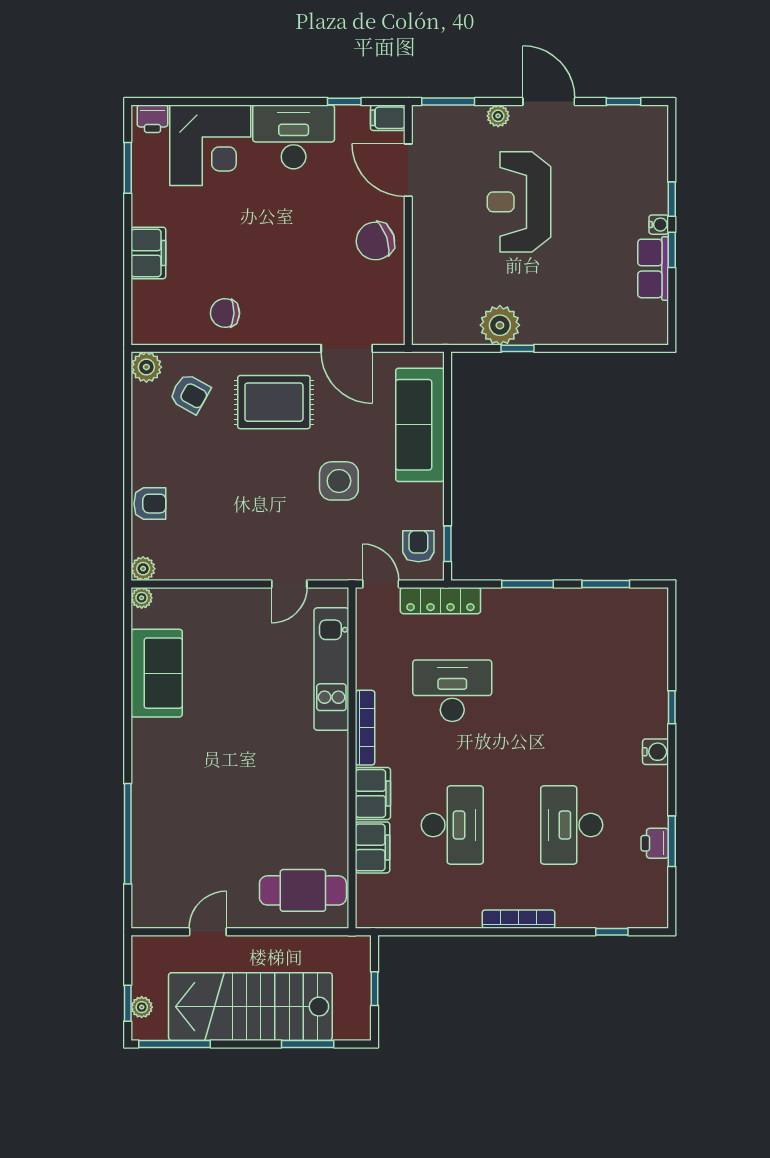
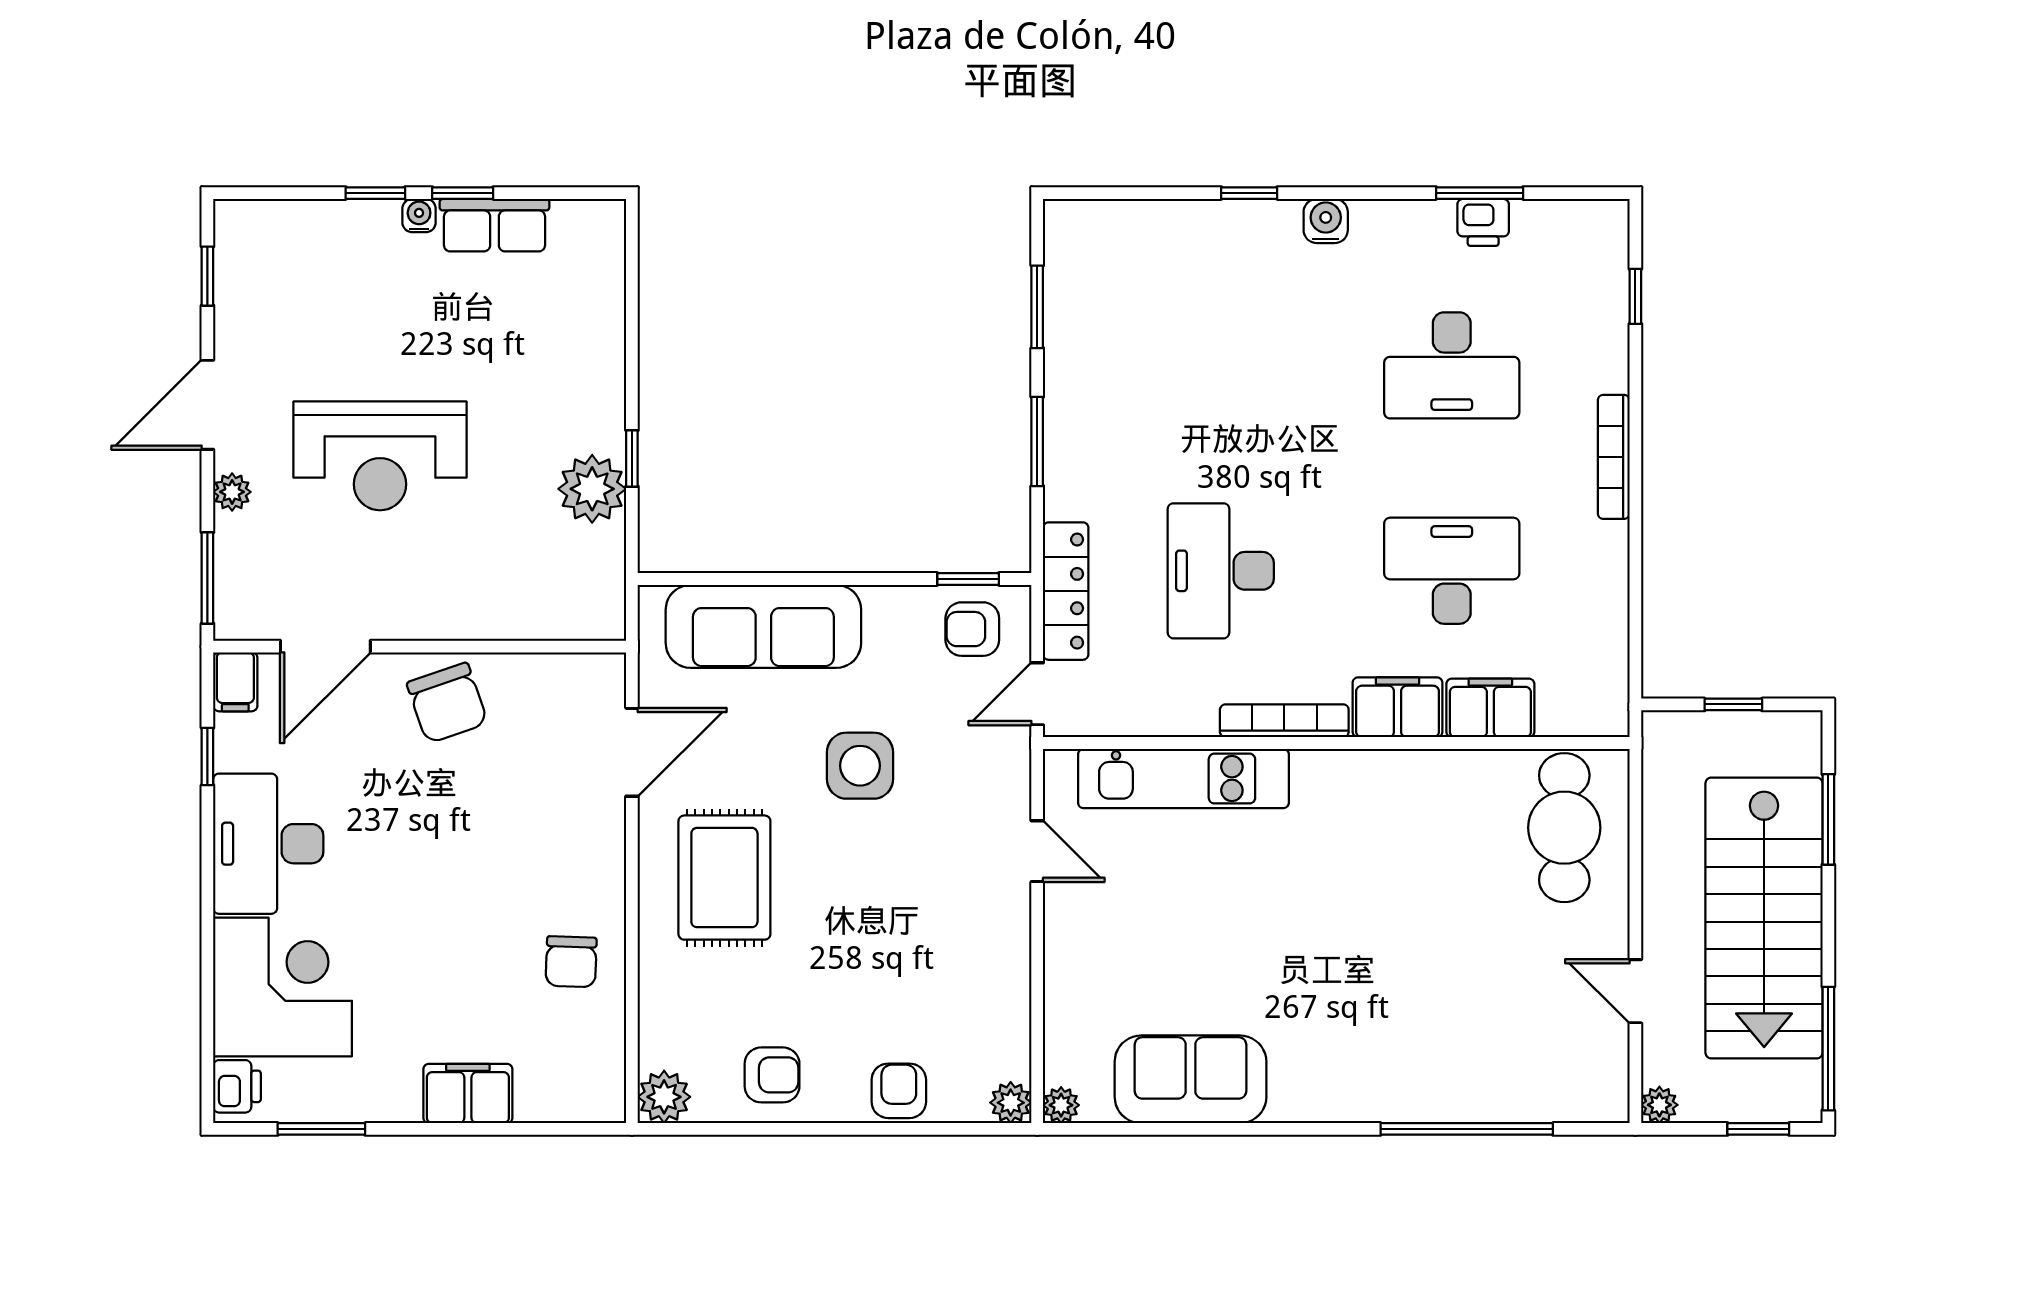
armchair: (190, 394) -> (772, 1075), moved, turned 61
plant: (142, 1007) -> (1659, 1105), moved

